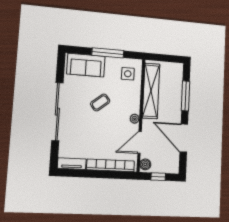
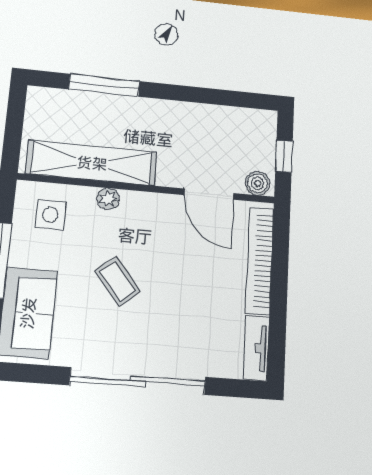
plant: (135, 119) -> (108, 199), moved
door: (184, 138) -> (200, 95), removed

